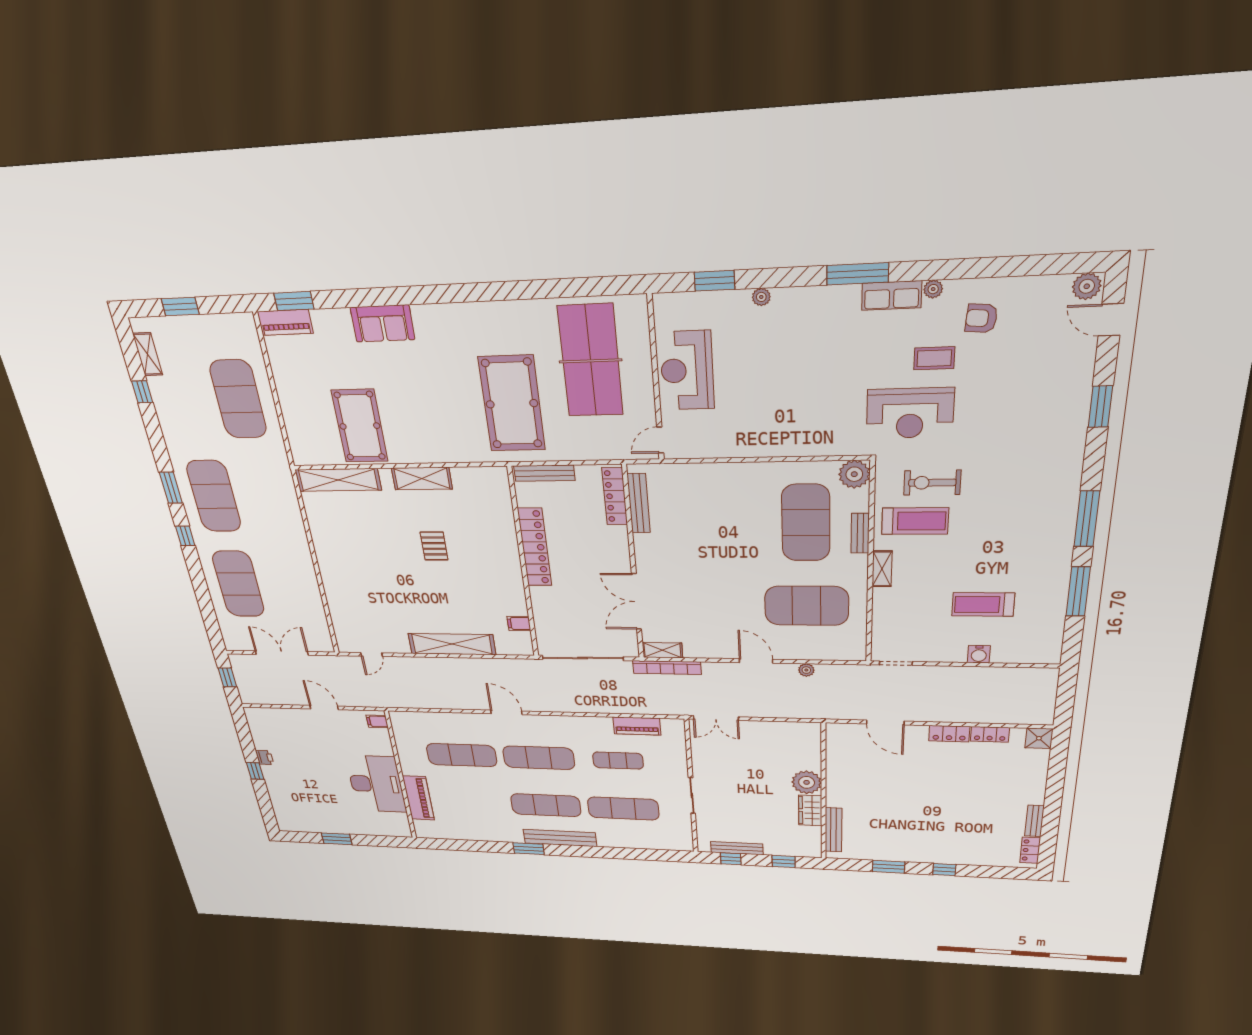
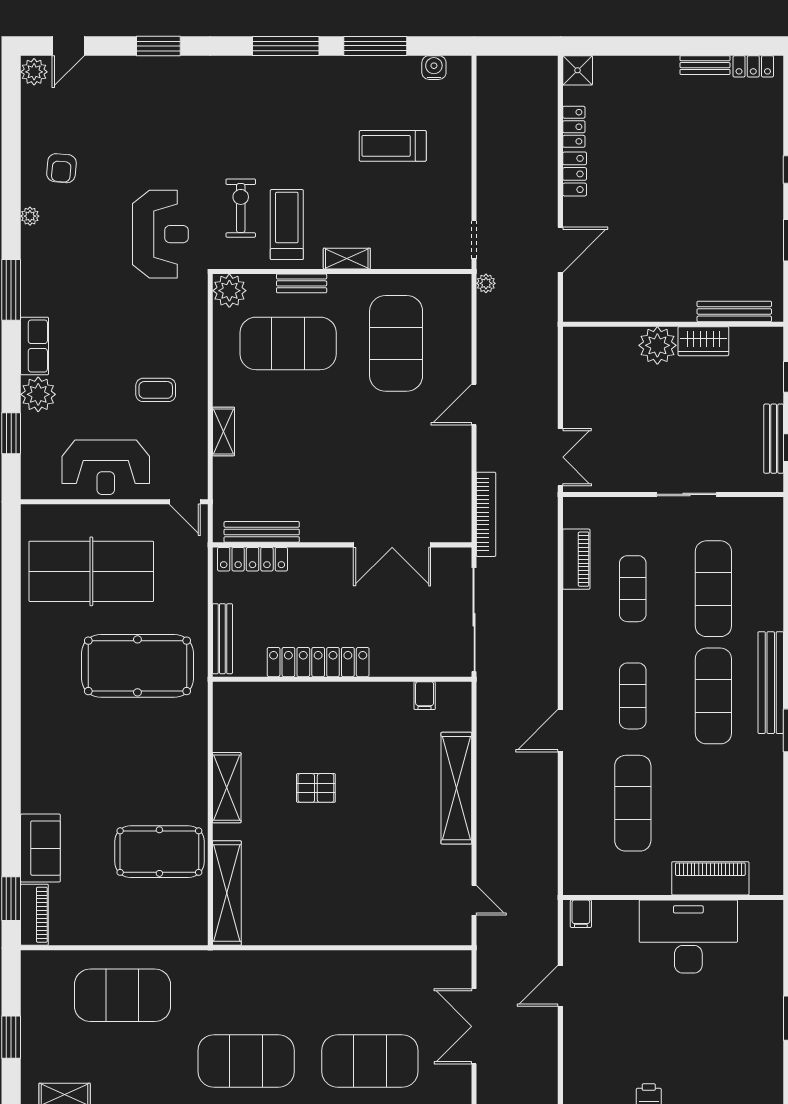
row of seats: (892, 295) -> (35, 346), moved
plant: (761, 297) -> (38, 394), width x1.87, depth x1.87
sofa: (382, 323) -> (40, 848), moved
coffee table: (934, 358) -> (156, 390), moved, turned 90
exercise bike: (932, 483) -> (241, 208), turned 180
treadmill: (983, 604) -> (393, 146), turned 90
shelving: (662, 650) -> (224, 431), moved
water cooler: (979, 654) -> (434, 68), moved, turned -90
plant: (806, 670) -> (486, 283), moved
exercise mat: (539, 758) -> (633, 696), width x0.73, depth x0.69

